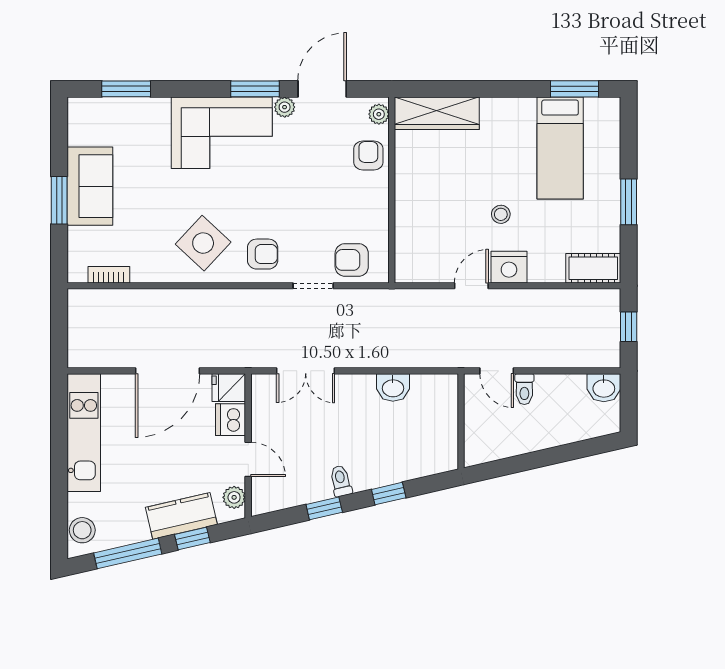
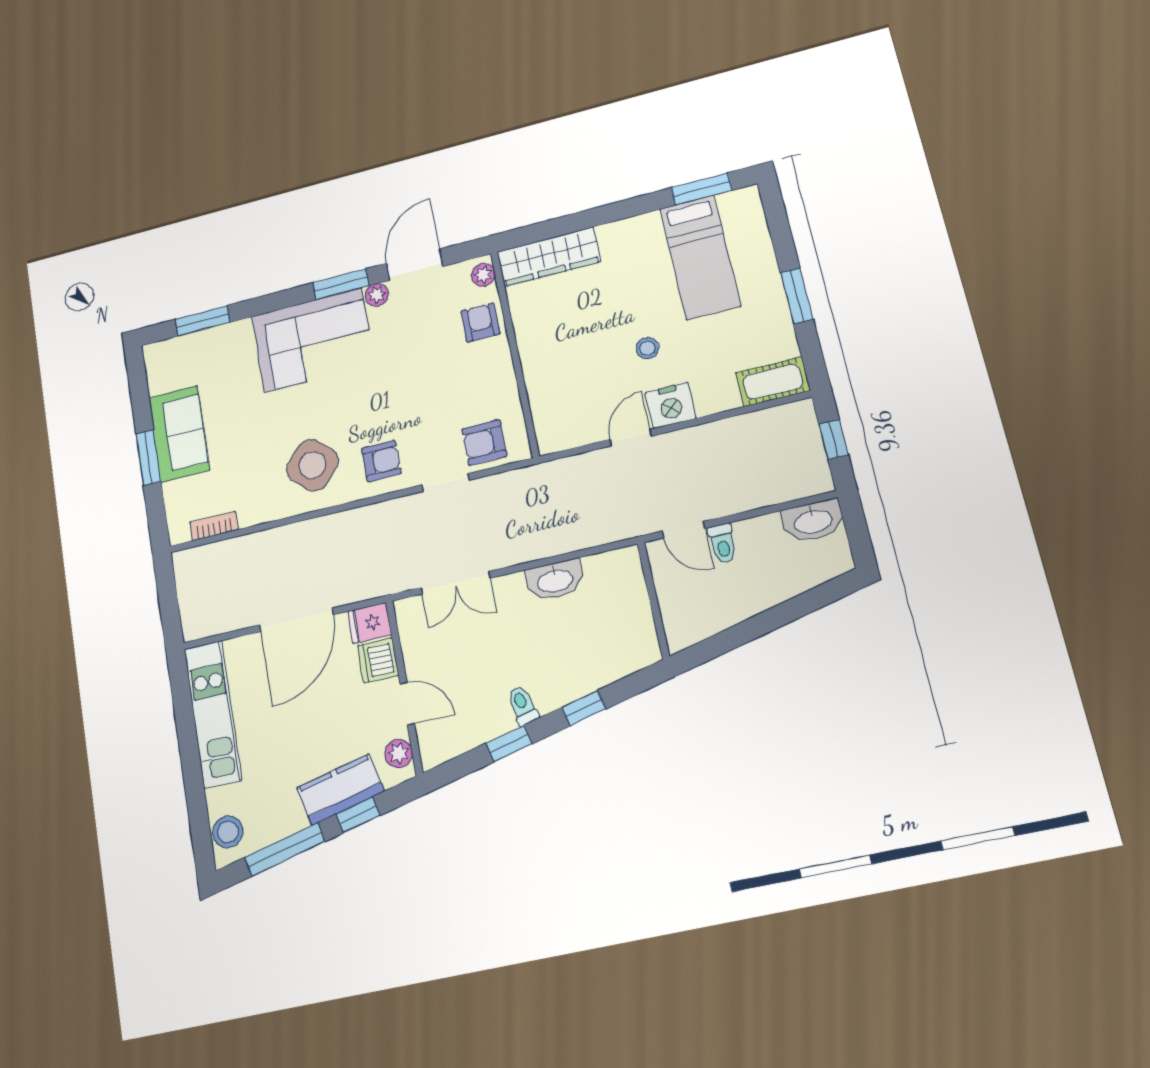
washbasin: (393, 387) -> (555, 580), width x1.38
washbasin: (604, 388) -> (813, 521), width x1.38

